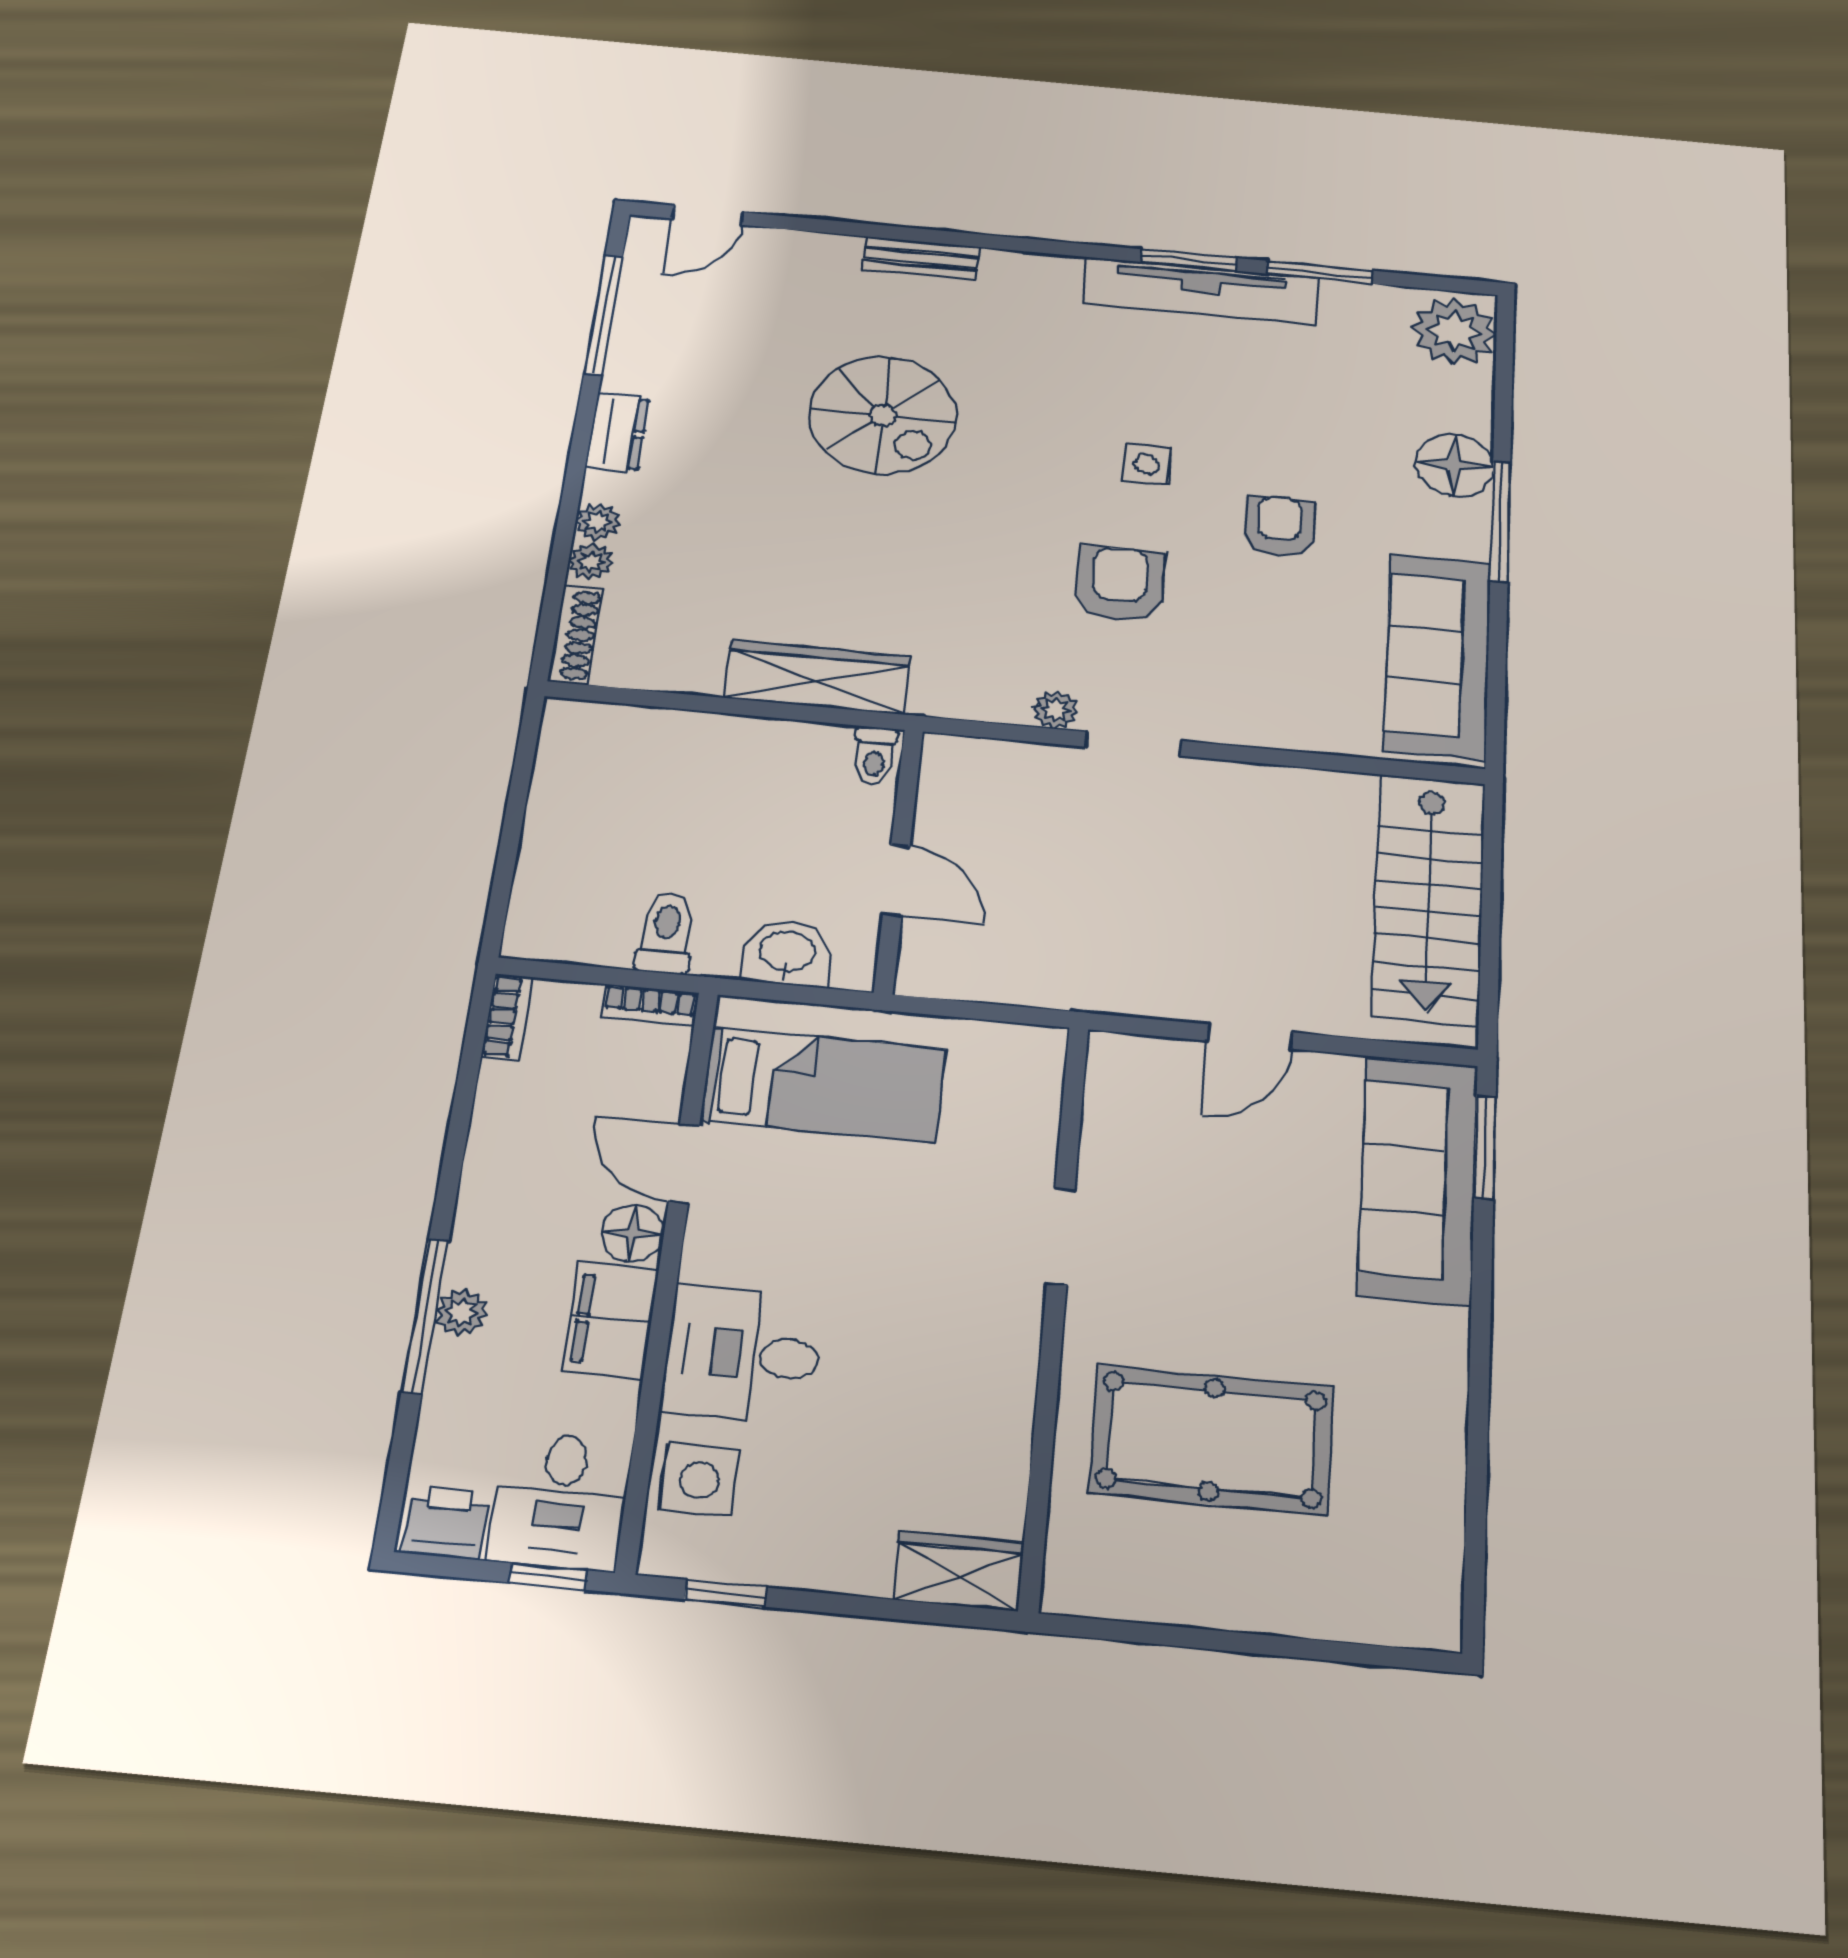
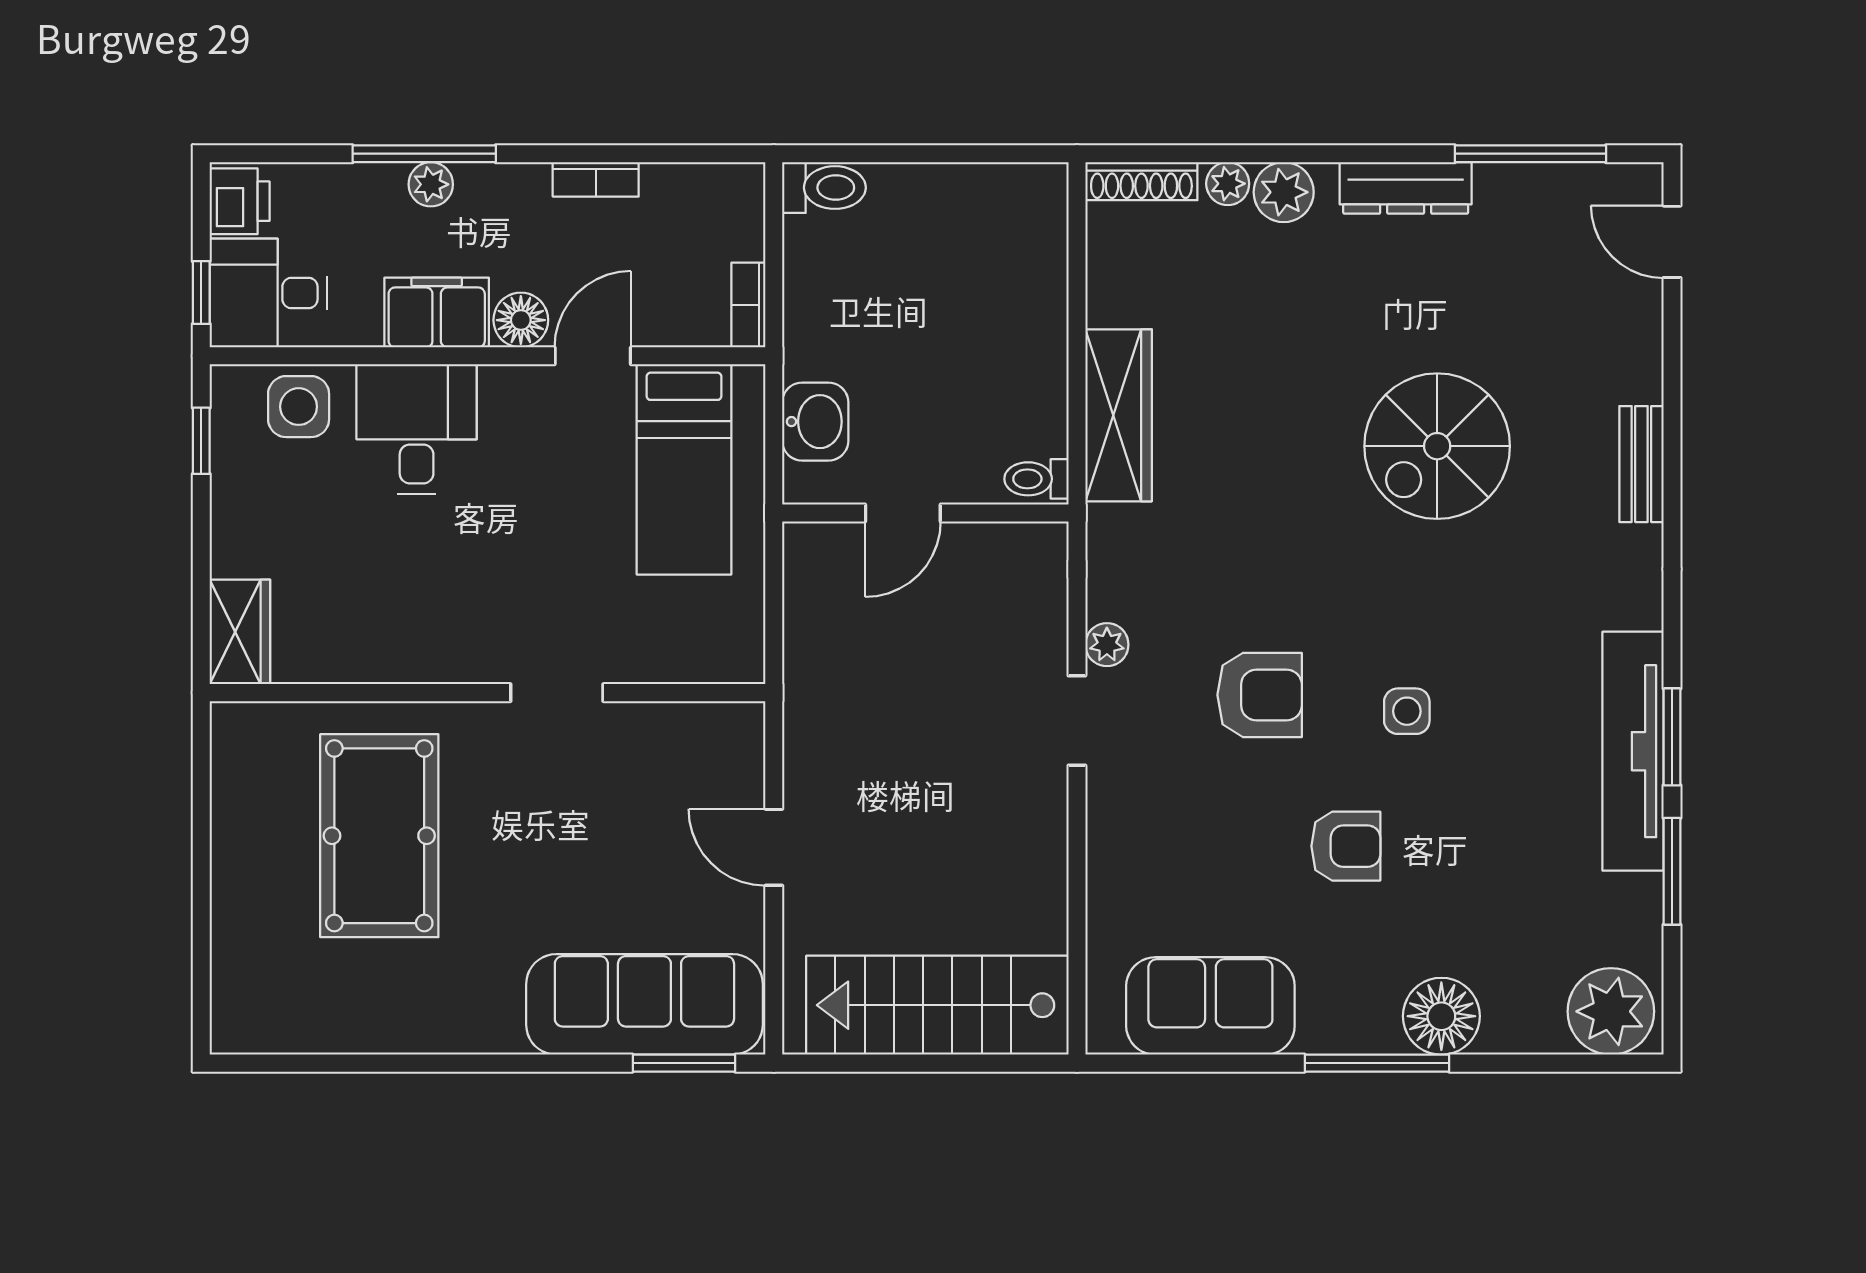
dresser: (617, 432) -> (1406, 188), width x1.44
plant: (598, 522) -> (1284, 192), width x1.38, depth x1.38
sofa: (1438, 656) -> (1210, 1006), width x0.73
toilet: (666, 933) -> (824, 188), moved
bookcase: (507, 1017) -> (596, 179), moved

